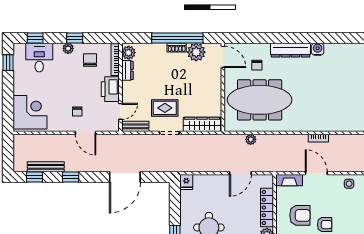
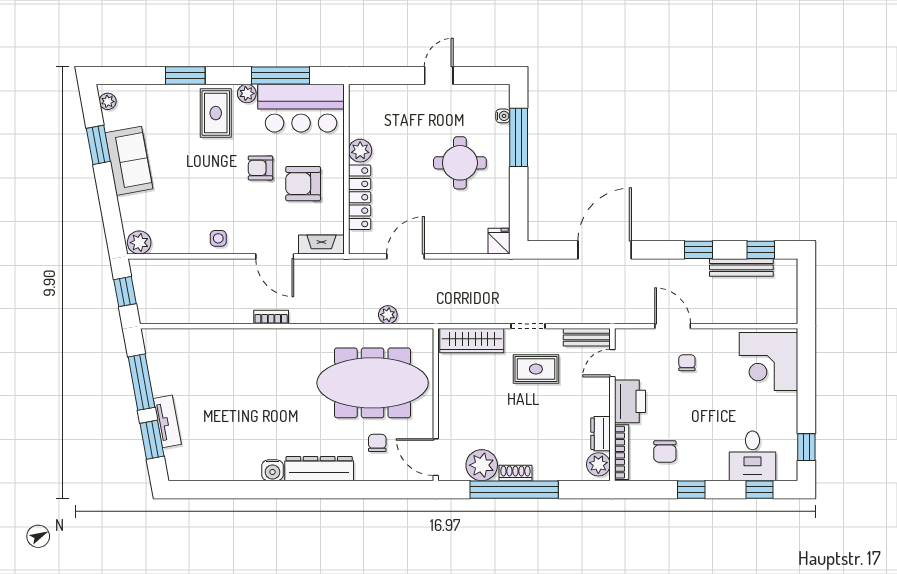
plant: (68, 48) -> (703, 472), removed

